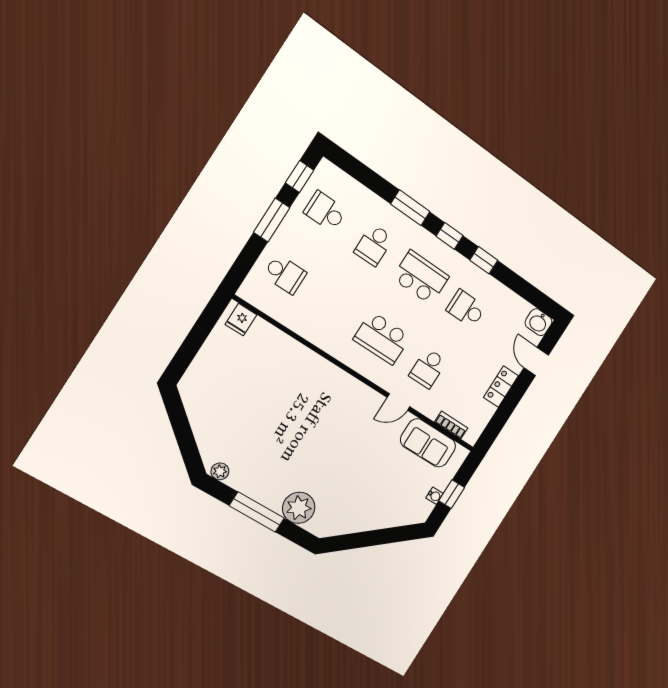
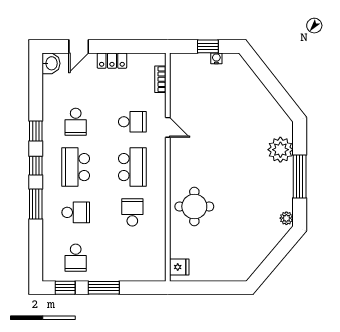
school desk: (285, 274) -> (132, 212), moved
round table: (297, 378) -> (194, 206), added
sofa: (428, 443) -> (183, 88), removed

